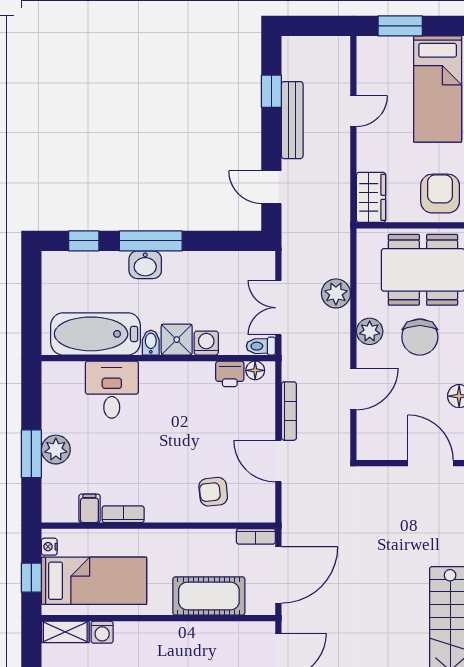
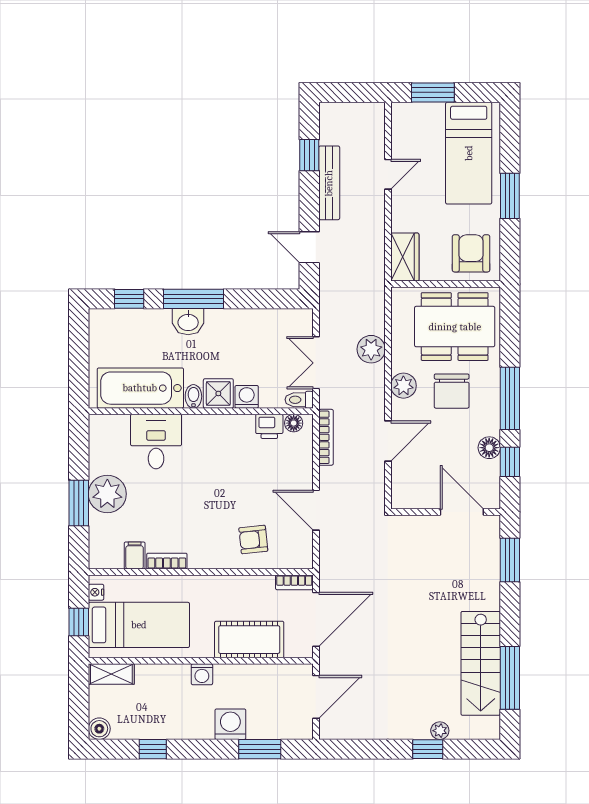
bookcase: (289, 411) -> (326, 437), moved
plant: (56, 450) -> (107, 494), width x1.36, depth x1.36
washing machine: (102, 632) -> (202, 674), moved

